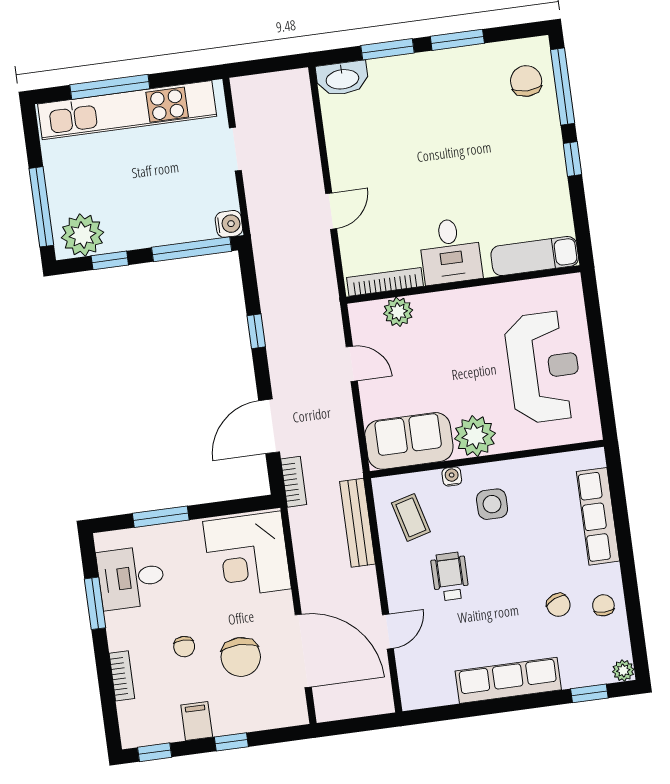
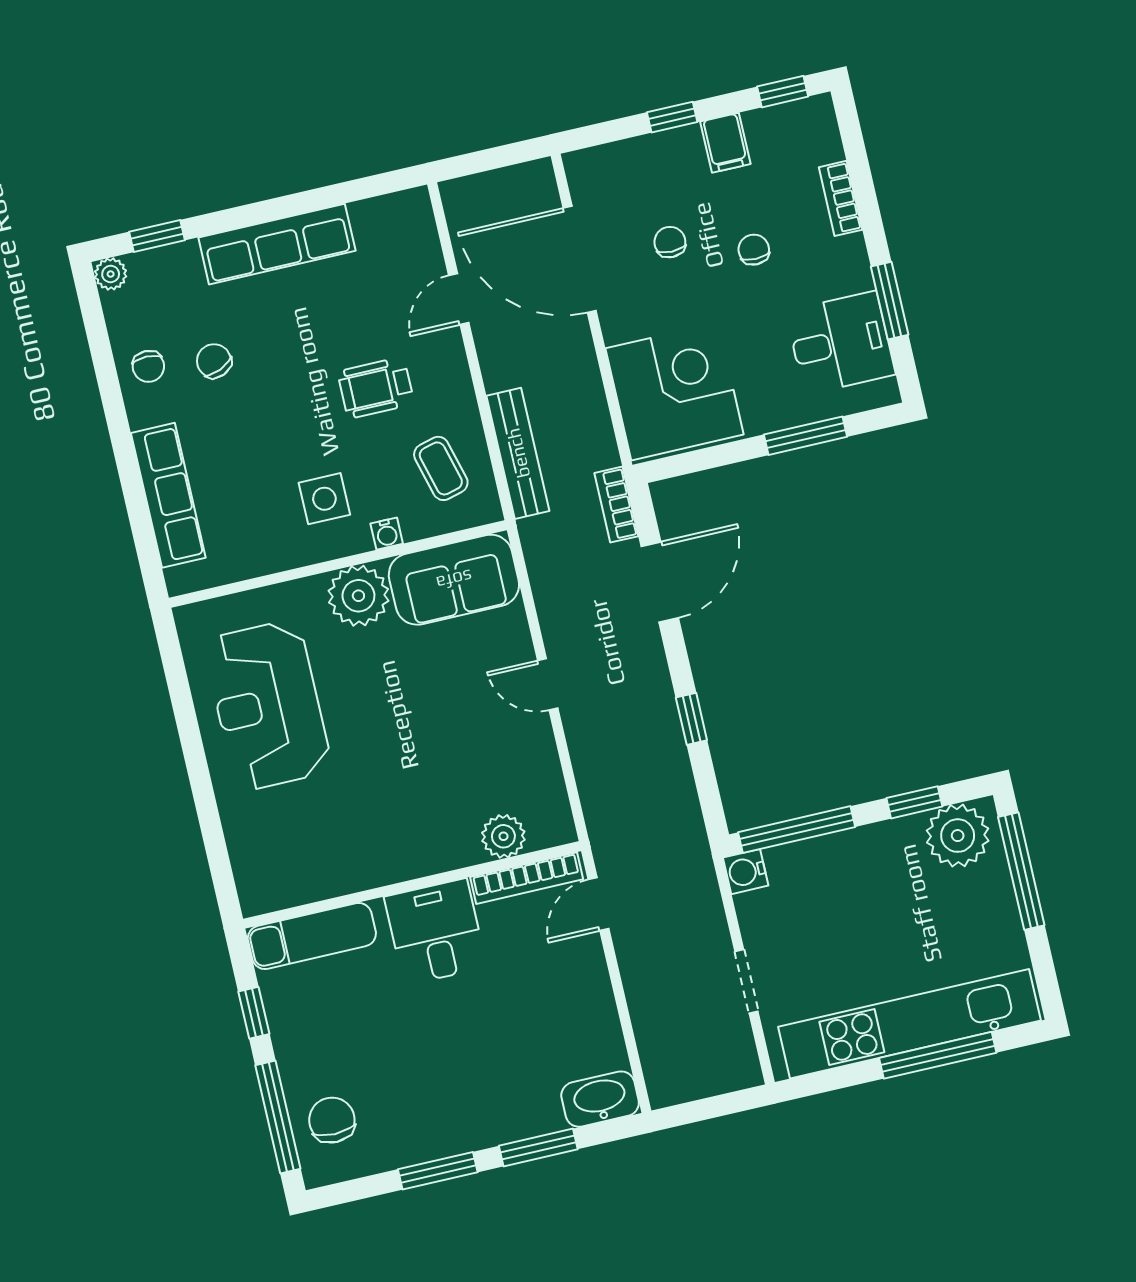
chair: (526, 81) -> (332, 1120), turned 180
desk: (450, 251) -> (436, 932), moved
exam couch: (535, 256) -> (312, 936), moved
bookcase: (385, 282) -> (527, 878), moved
wall: (463, 284) -> (412, 885), moved
plant: (398, 312) -> (503, 836), moved
wheelchair: (450, 576) -> (376, 388), turned 90
chair: (241, 657) -> (670, 242), width x0.54, depth x0.54

